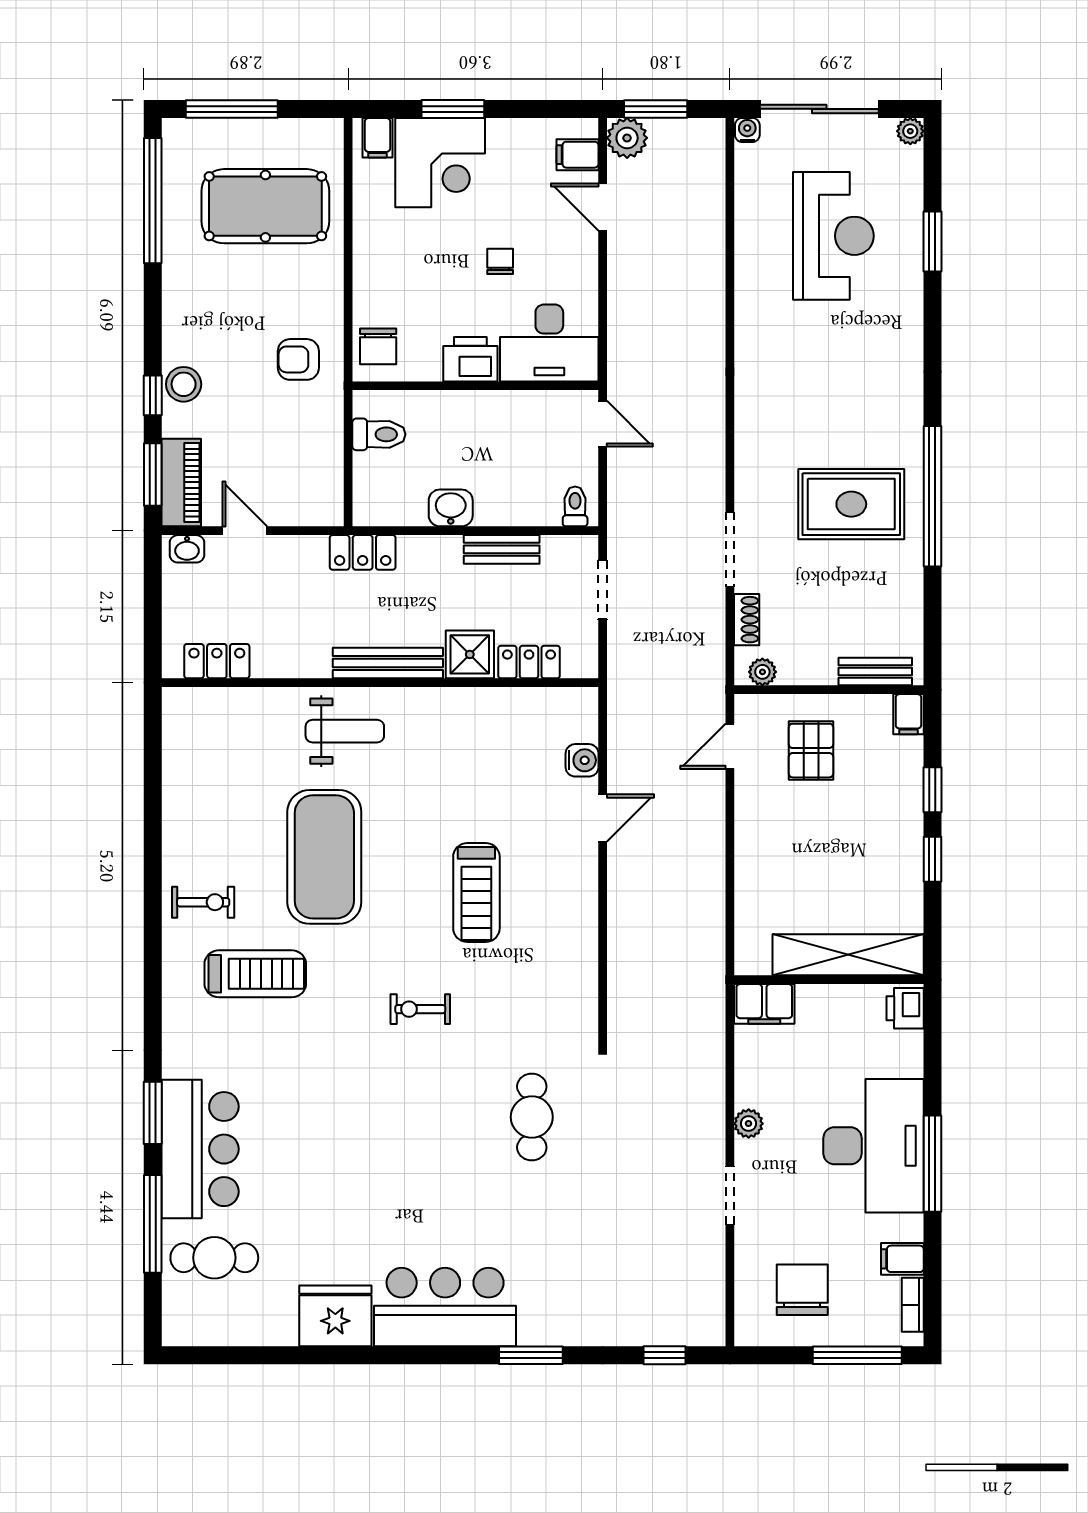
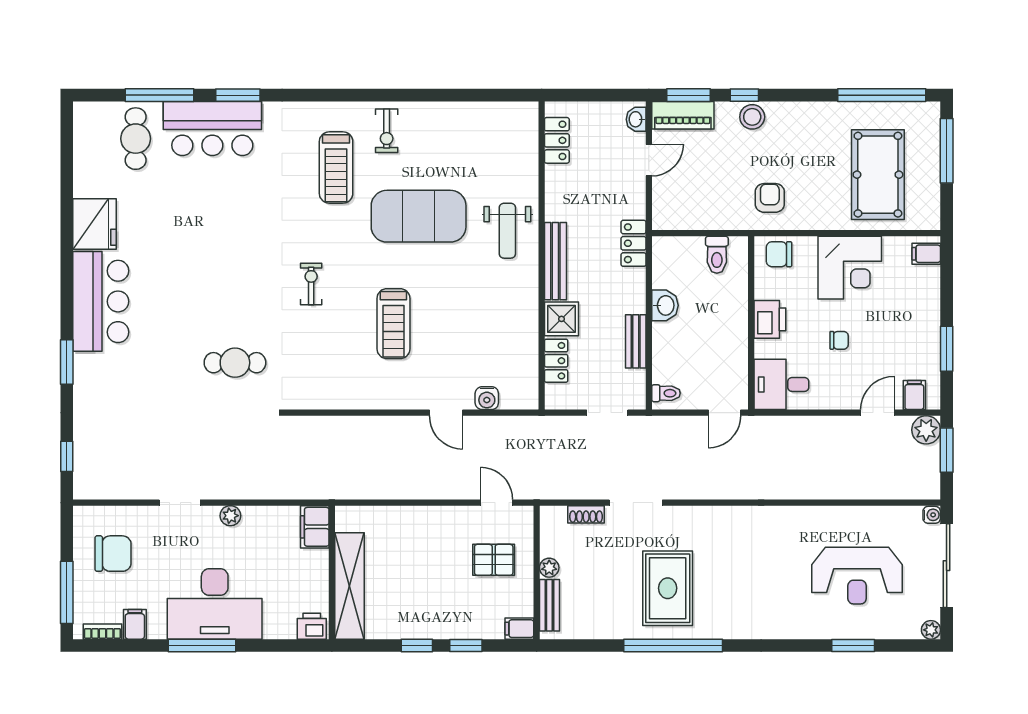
window: (453, 109) -> (947, 349), moved
corner desk: (440, 163) -> (850, 268), moved, turned -90
desk: (549, 343) -> (781, 384), width x0.73
plant: (762, 672) -> (549, 568), moved
treadmill: (476, 892) -> (393, 324), turned -90

